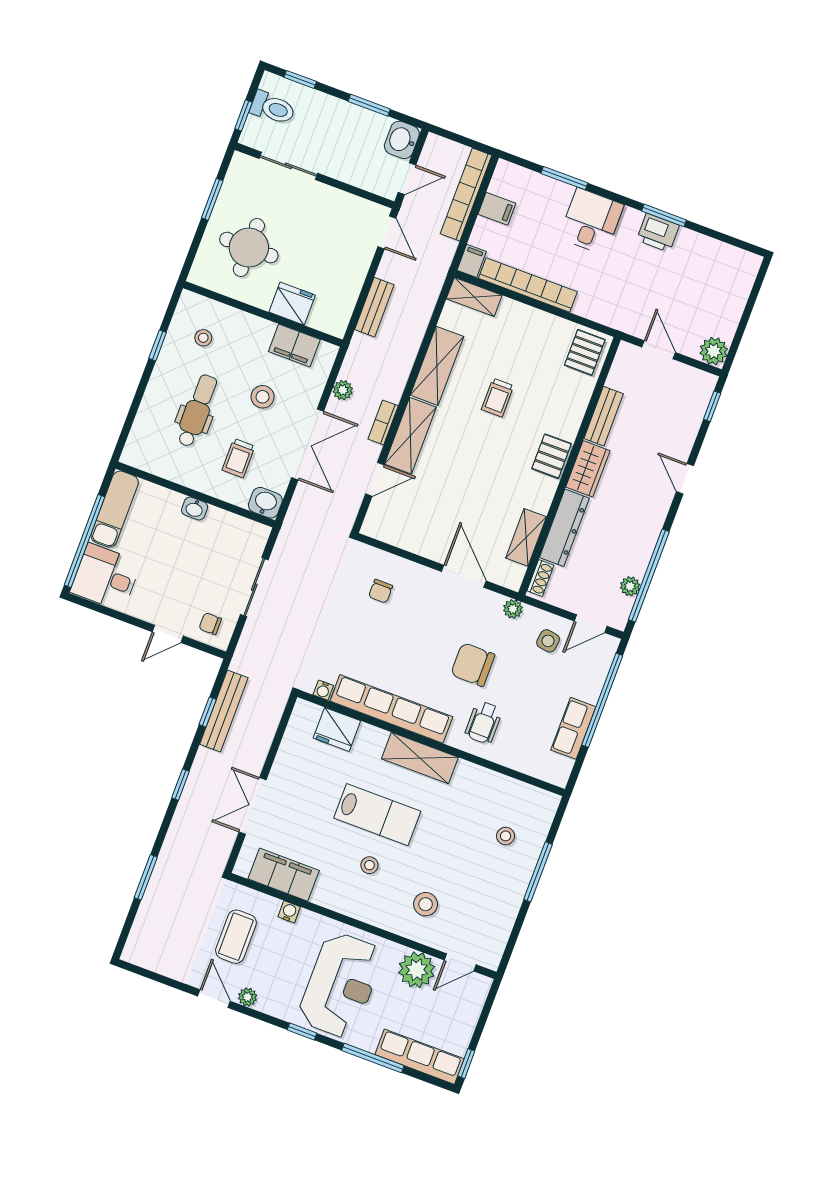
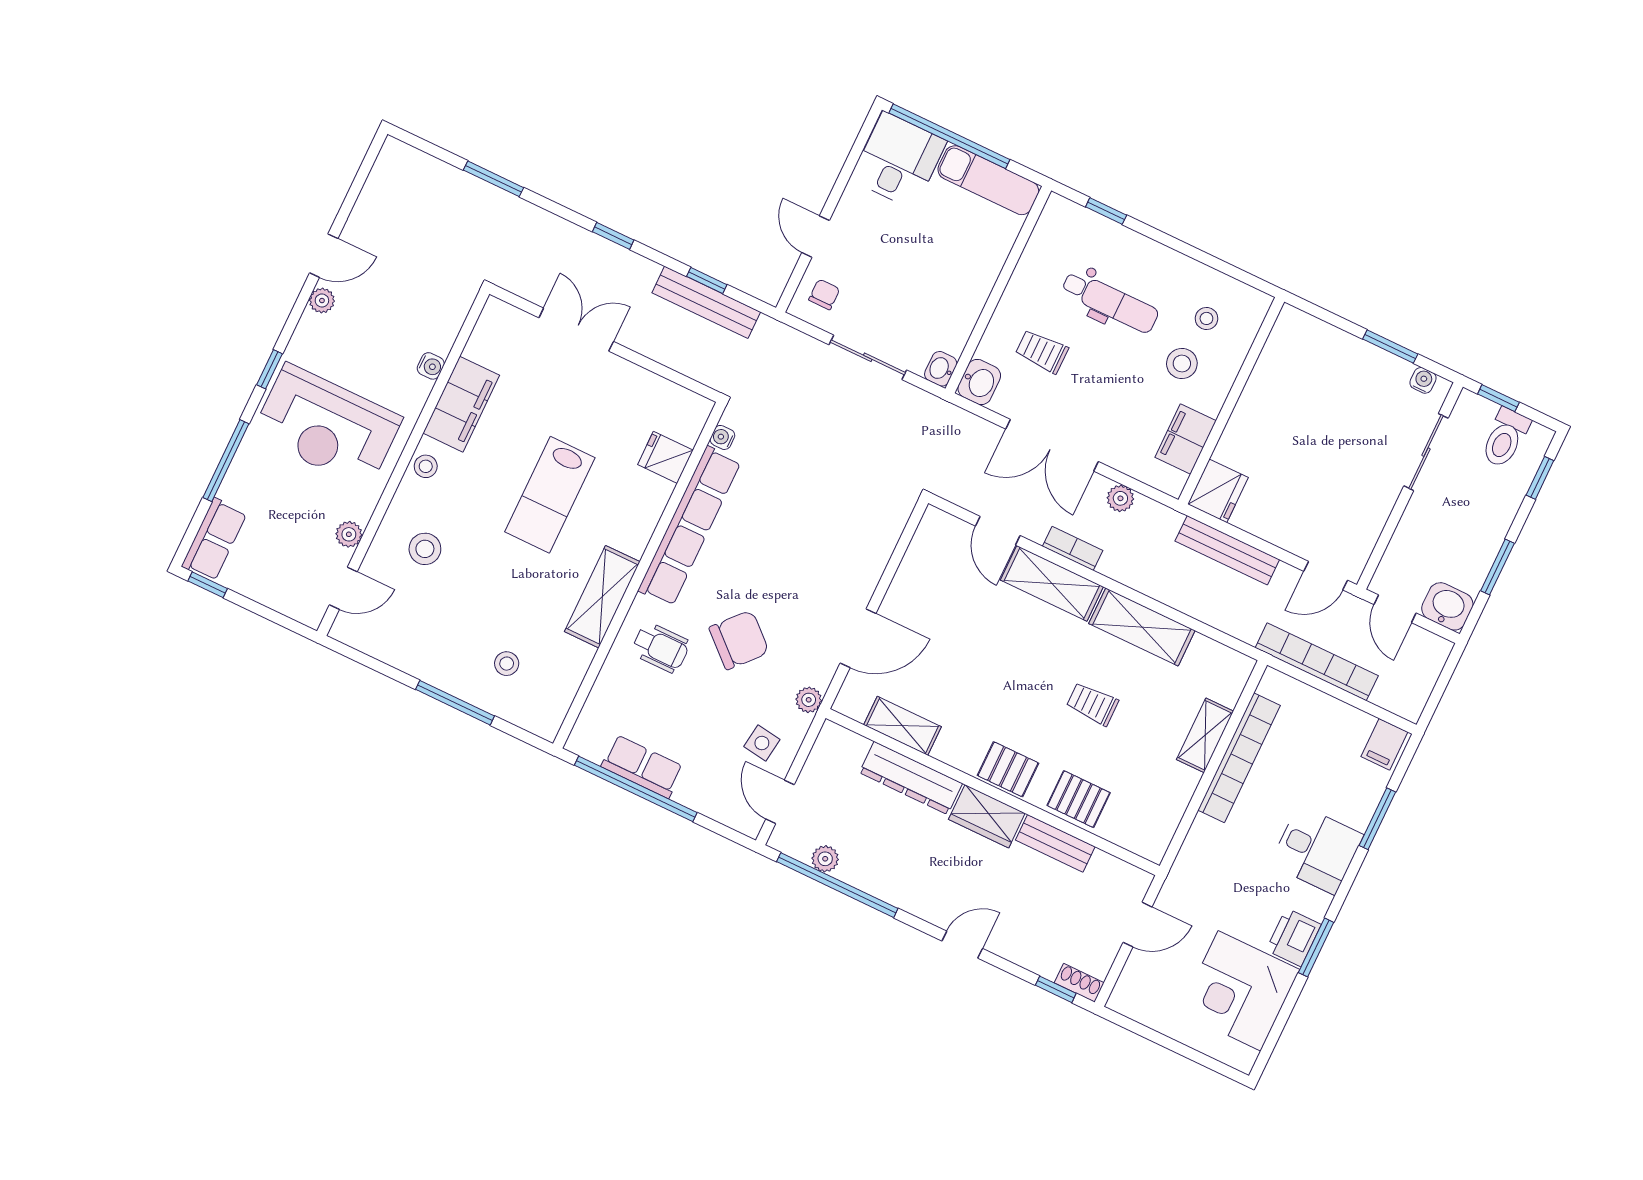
water cooler: (235, 173) -> (1423, 380), added
bookcase: (466, 194) -> (1317, 662), moved
filing cabinet: (497, 209) -> (1384, 744), moved
round table: (249, 248) -> (1322, 390), removed
filing cabinet: (472, 261) -> (1278, 686), removed
corner desk: (701, 270) -> (1239, 991), added
shelving: (474, 297) -> (1205, 735), moved
fridge: (292, 304) -> (1218, 491), moved
bench: (374, 307) -> (1227, 550), width x1.36
window: (158, 345) -> (1106, 211), moved
plant: (714, 351) -> (1129, 998), removed
pallet: (585, 352) -> (1079, 799), moved
stool: (263, 397) -> (1182, 364), moved
washbasin: (195, 509) -> (941, 369), moved
shoe rack: (540, 578) -> (1079, 983), moved, turned 180
chair: (381, 591) -> (848, 526), removed
chair: (473, 665) -> (739, 640), turned 42
window: (602, 700) -> (636, 789), moved
wheelchair: (484, 723) -> (661, 647), turned 180
fridge: (337, 729) -> (665, 457), width x0.72
shelving: (420, 758) -> (602, 597), moved
stool: (369, 865) -> (426, 466), moved
filing cabinet: (284, 875) -> (461, 404), moved
coffee table: (236, 937) -> (404, 292), removed
door: (460, 962) -> (343, 588), swing flipped
plant: (417, 970) -> (349, 534), width x0.53, depth x0.53
row of seats: (419, 1057) -> (214, 540), width x0.68

